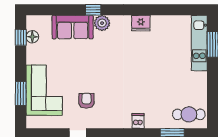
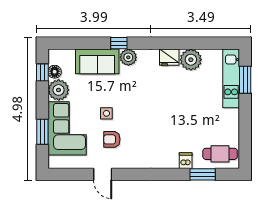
plant: (161, 25) -> (191, 60), added
plant: (36, 54) -> (59, 90), added
side table: (81, 76) -> (106, 113), added
armchair: (86, 101) -> (112, 139), turned -90
dishwasher: (138, 121) -> (186, 161), moved

